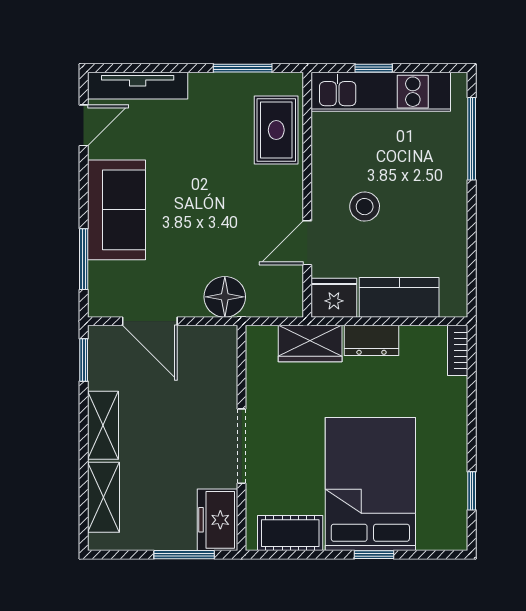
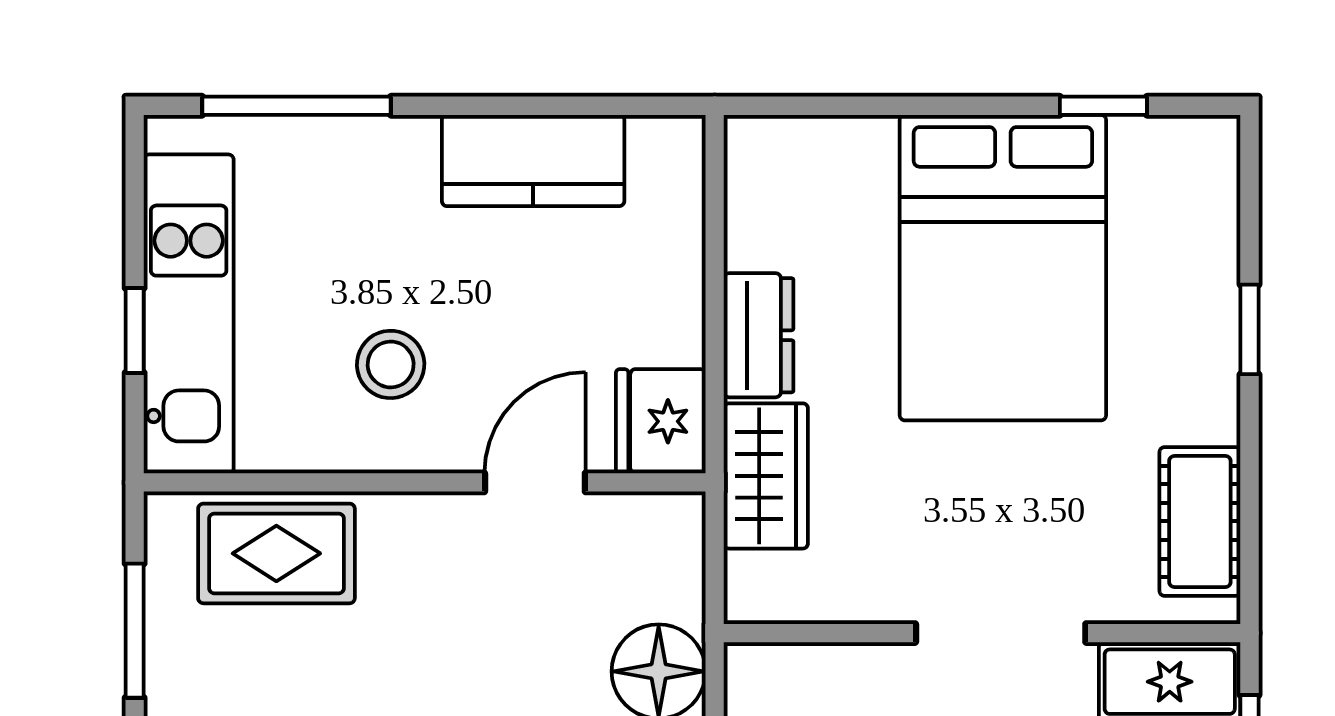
stool: (365, 207) -> (391, 364), moved
door: (307, 243) -> (535, 482), swing flipped
kitchen counter: (399, 297) -> (533, 160), moved, turned -90
bookcase: (458, 350) -> (781, 138), removed
bed: (370, 484) -> (1003, 268), moved, turned -90

